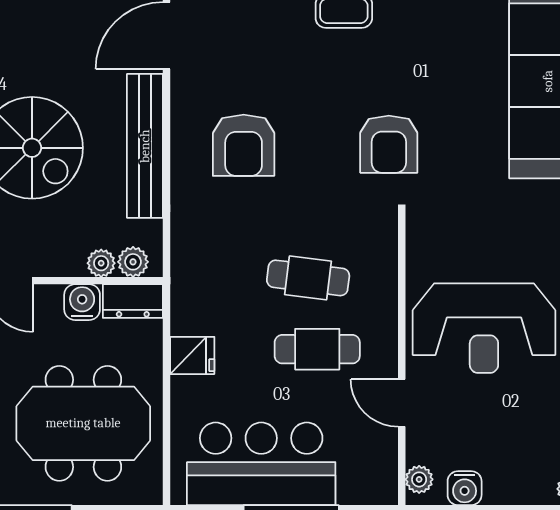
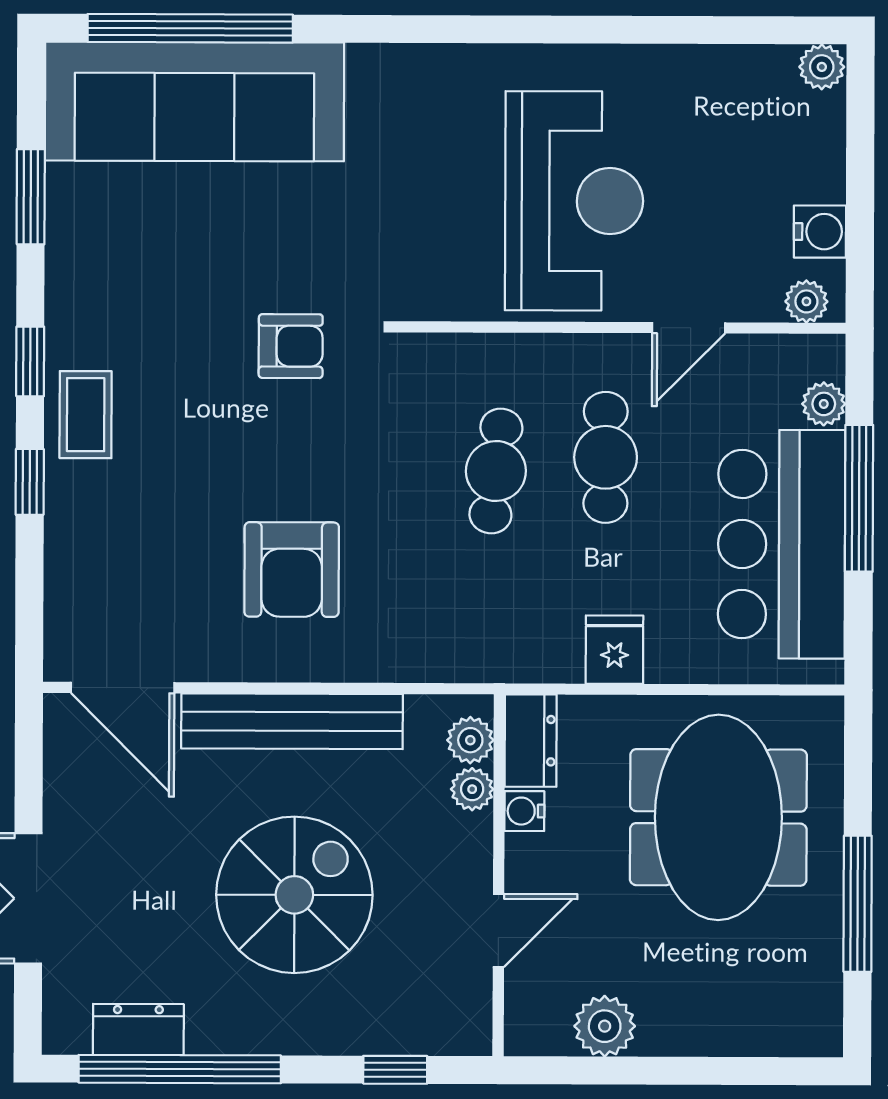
armchair: (389, 144) -> (291, 346), width x0.72, depth x0.72
armchair: (244, 145) -> (292, 570), turned 90
water cooler: (82, 302) -> (524, 811), width x0.72, depth x0.72
plant: (352, 491) -> (824, 404), added

